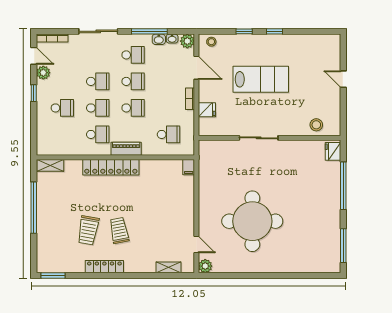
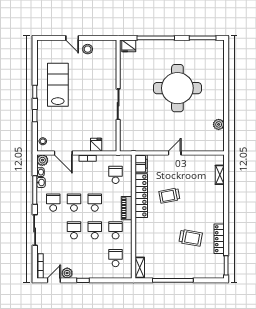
door: (196, 68) -> (63, 153), swing flipped
lab bench: (261, 79) -> (58, 85), moved
door: (343, 79) -> (72, 38), hinge flipped
school desk: (62, 108) -> (116, 258), moved
stool: (316, 125) -> (88, 49), moved
locker: (111, 167) -> (141, 196), moved
filing cabinet: (189, 167) -> (141, 164), width x2.00
round table: (252, 221) -> (177, 88), moved
trolley: (119, 231) -> (169, 196), moved
door: (196, 245) -> (175, 153), moved
plant: (205, 266) -> (219, 124), moved
locker: (104, 267) -> (219, 239), moved

